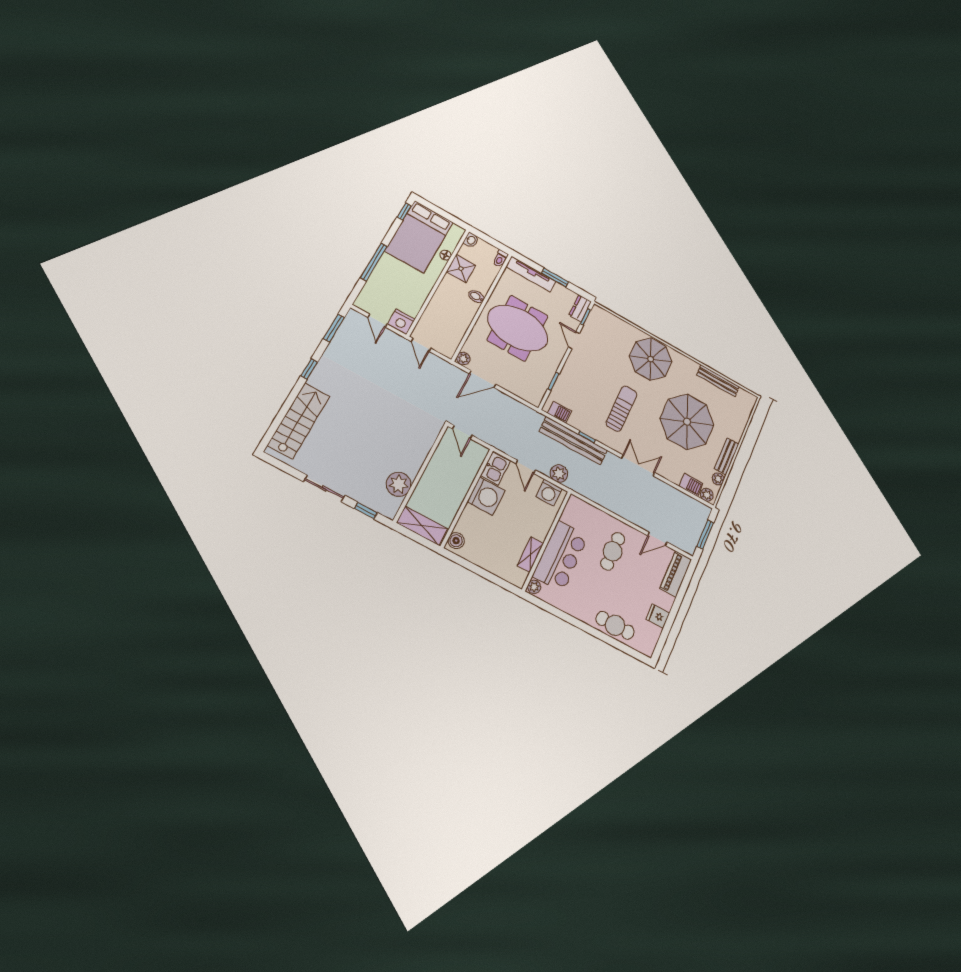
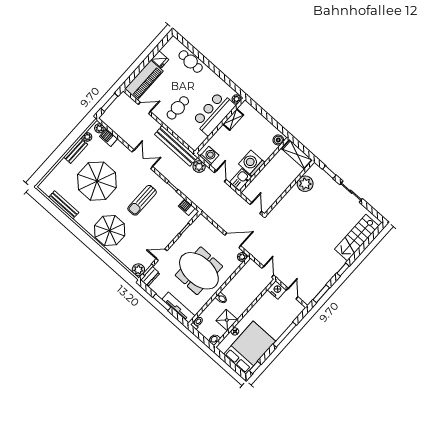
plant: (598, 314) -> (138, 270), added
door: (574, 340) -> (162, 255), swing flipped
bench: (573, 441) -> (176, 146), moved
double door: (638, 465) -> (142, 159), swing flipped
piano: (676, 574) -> (144, 80), width x1.37, depth x1.33

